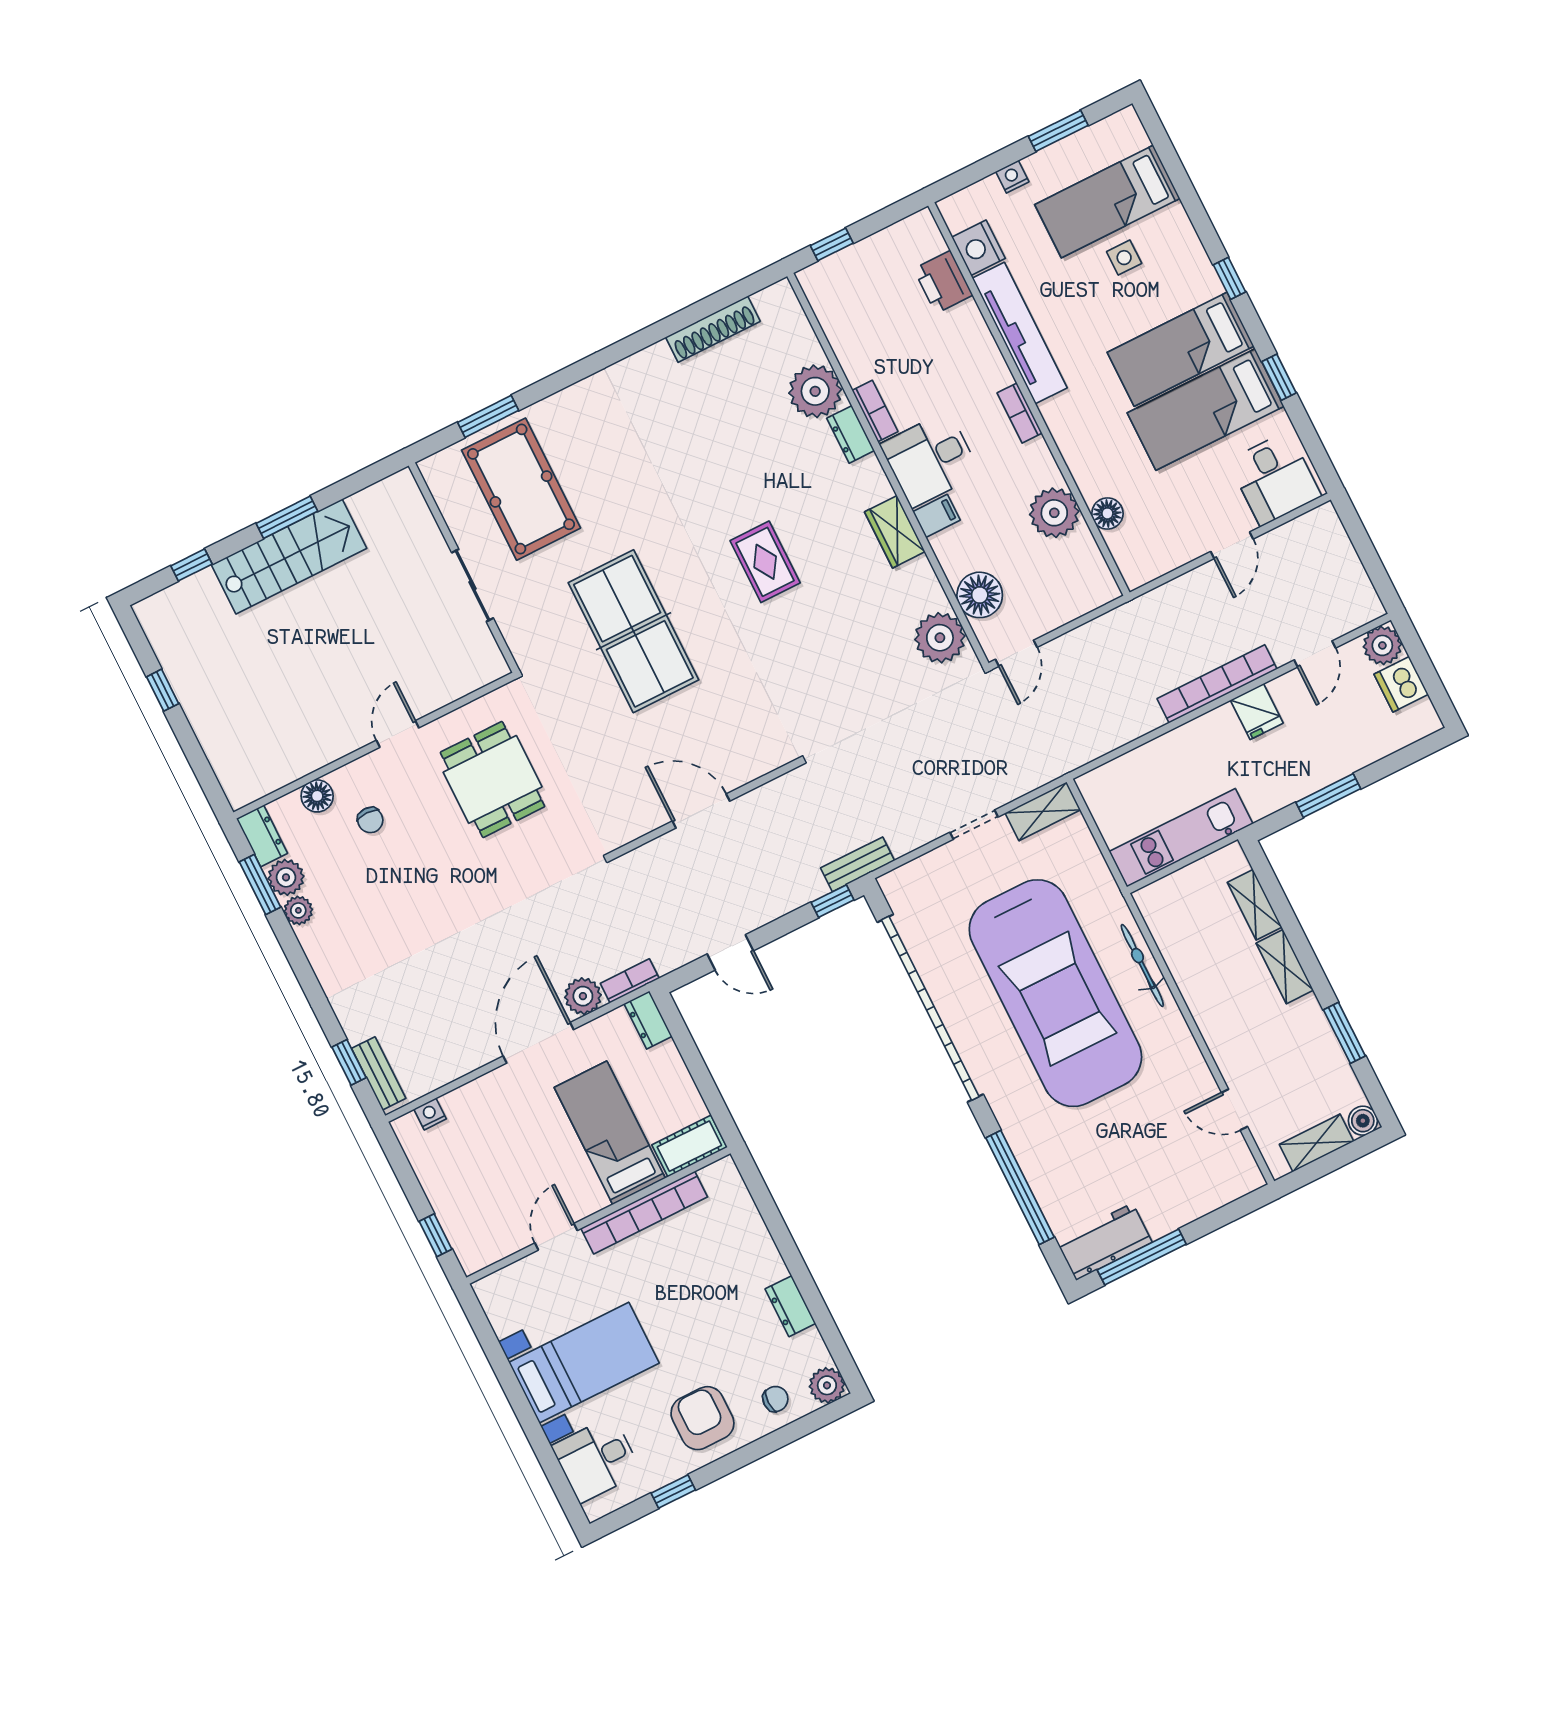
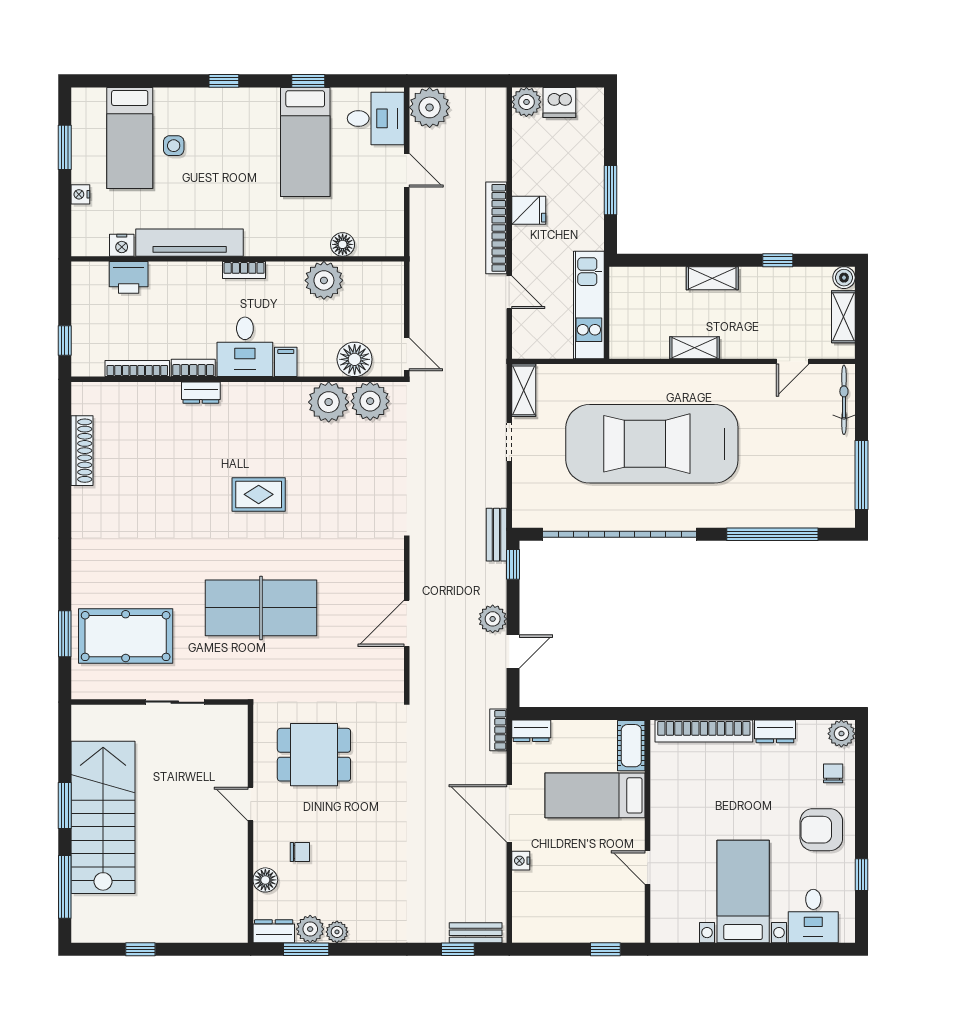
nightstand: (979, 248) -> (122, 245), width x0.74, depth x0.75
bookcase: (841, 346) -> (137, 369), added
bed: (1181, 349) -> (256, 138), removed
plant: (815, 391) -> (329, 402), moved
wardrobe: (895, 532) -> (282, 396), removed
plant: (1319, 535) -> (430, 107), added
stairs: (289, 556) -> (103, 817), width x1.36, depth x1.51
window: (191, 565) -> (65, 887), width x2.17
door: (1315, 654) -> (509, 292), moved
shelving: (1255, 905) -> (695, 348), moved
bicycle: (1142, 965) -> (844, 400), moved, turned 90
car: (1055, 993) -> (652, 444), turned 180
plant: (583, 996) -> (493, 619), moved
window: (1344, 1033) -> (778, 260), width x0.67
nightstand: (430, 1114) -> (521, 861), moved
bookcase: (644, 1213) -> (704, 731), moved, turned 90
workbench: (1104, 1242) -> (838, 495), removed

